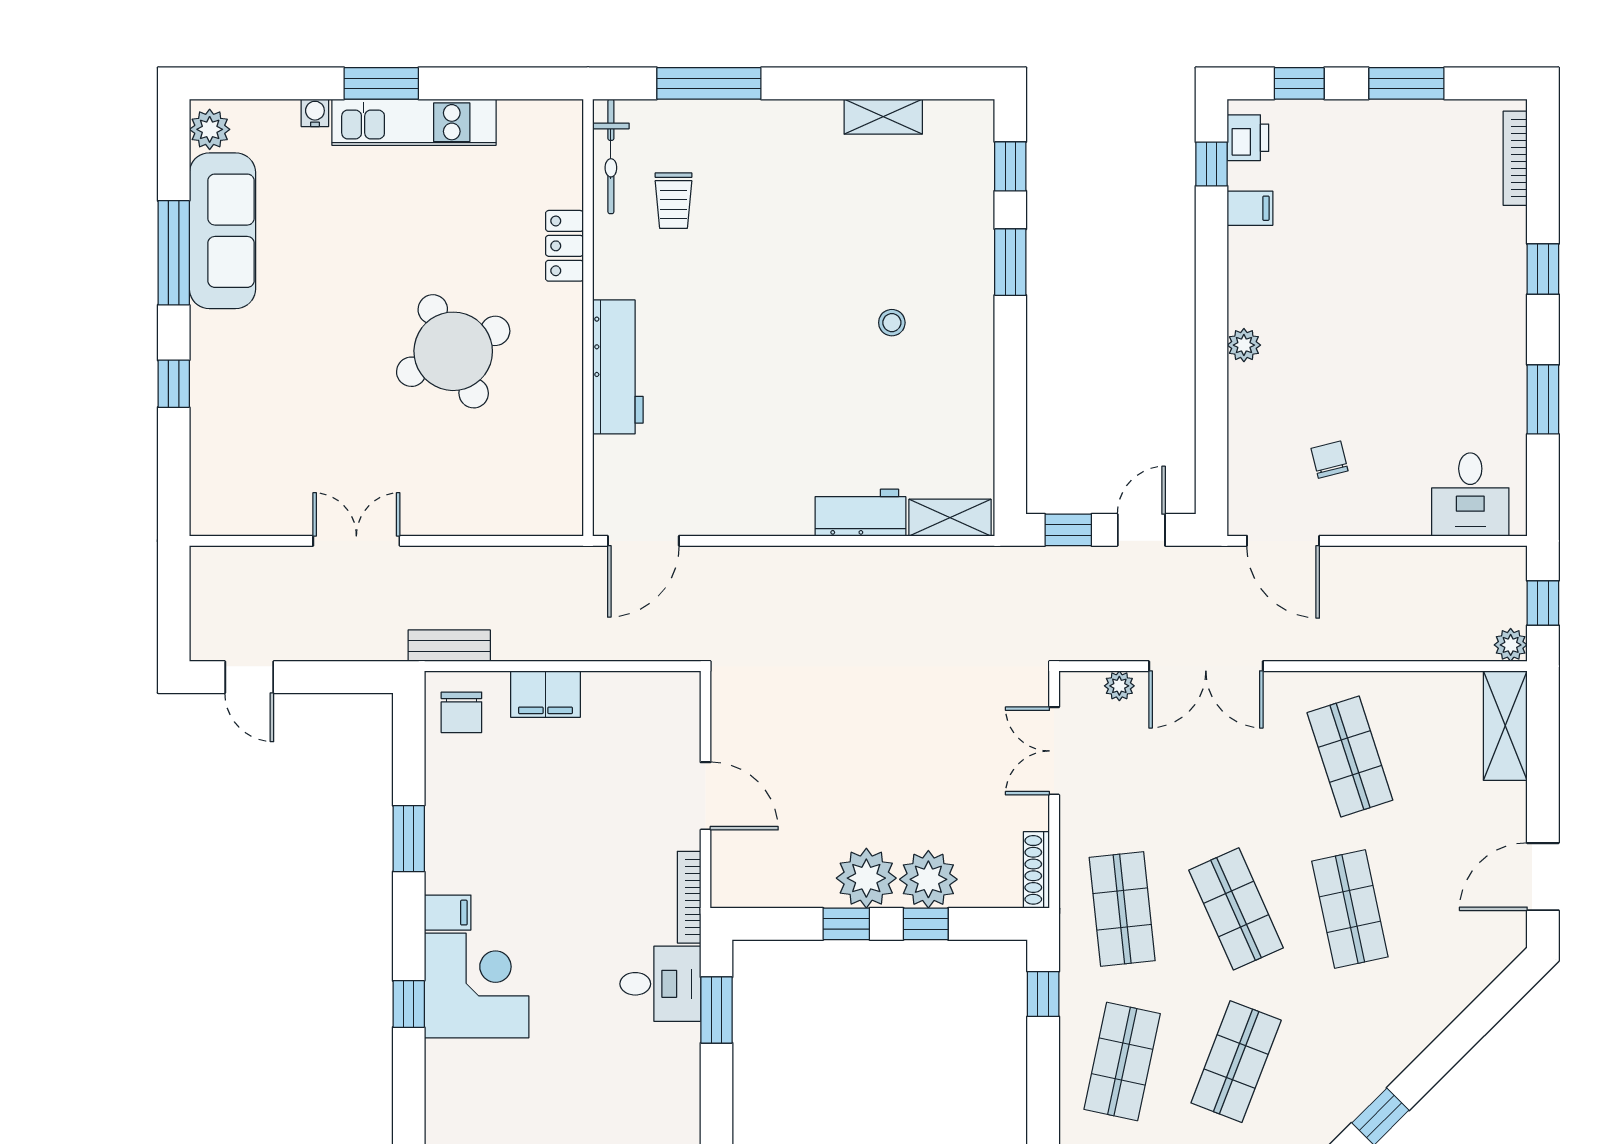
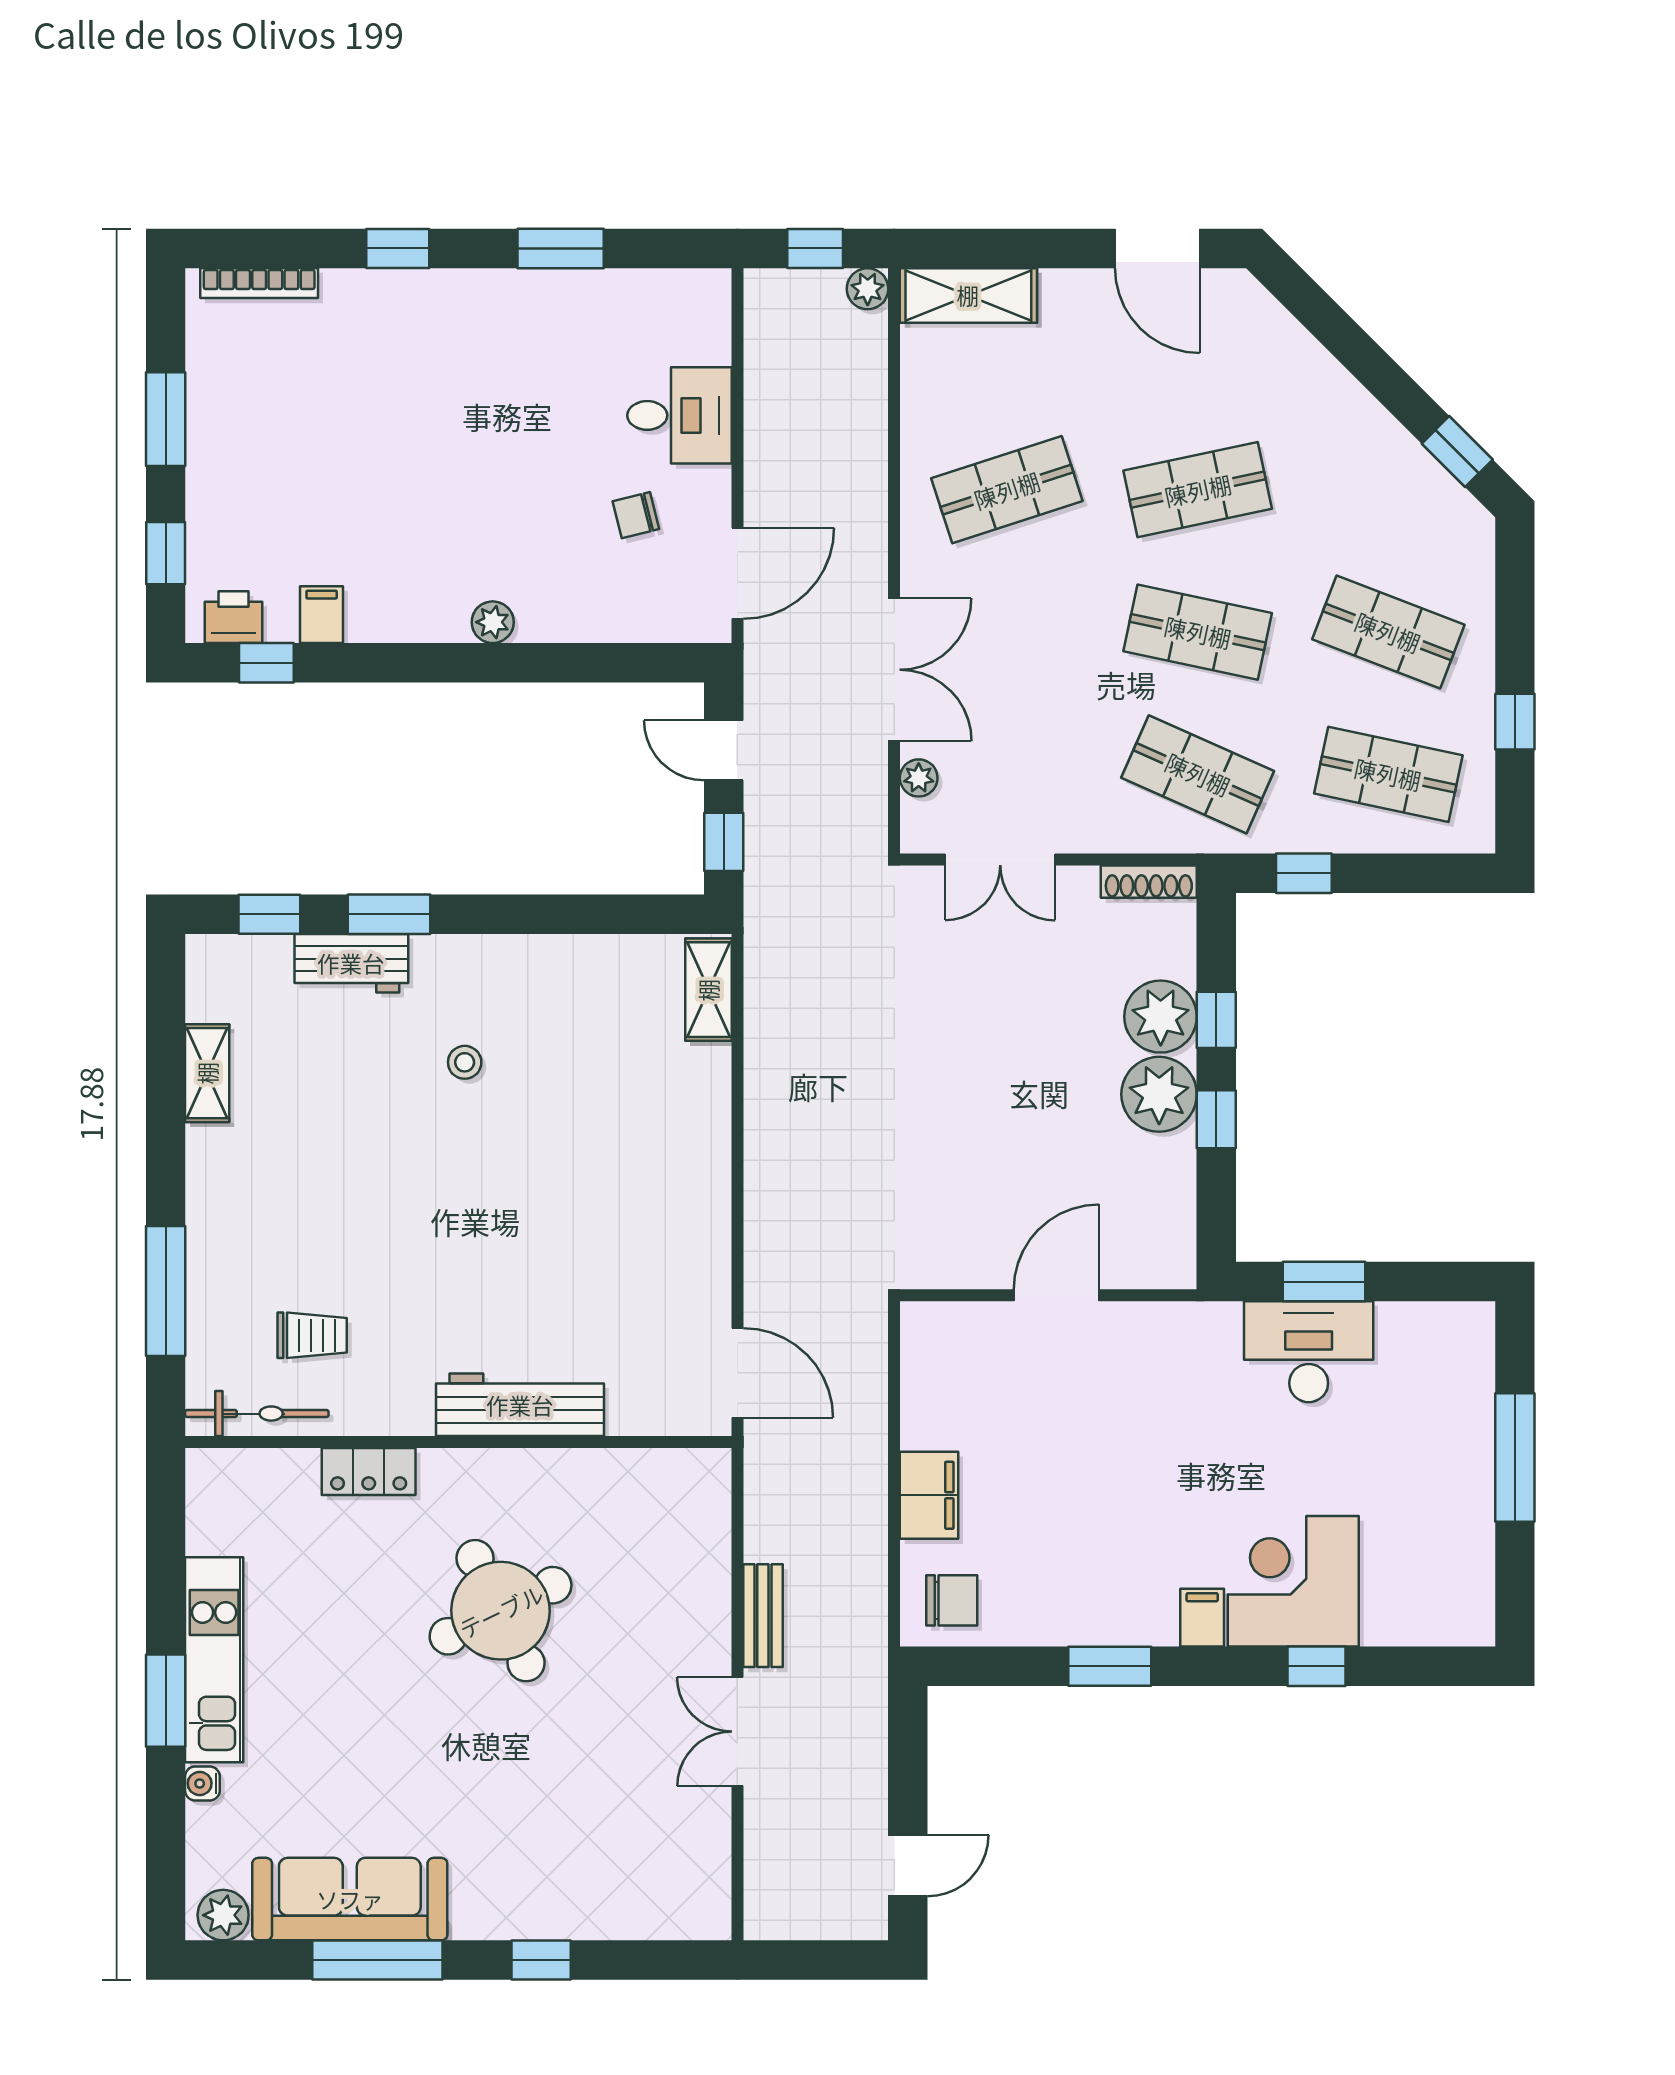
desk: (1470, 494) -> (680, 415), moved
workbench: (860, 513) -> (351, 963), moved, turned -90
bench: (449, 646) -> (763, 1616), moved
bookcase: (689, 897) -> (1183, 1316), removed
shop shelf: (1122, 909) -> (1198, 774), turned 30
shop shelf: (1236, 909) -> (1198, 632), turned 36
desk: (660, 984) -> (1309, 1352), width x1.37

